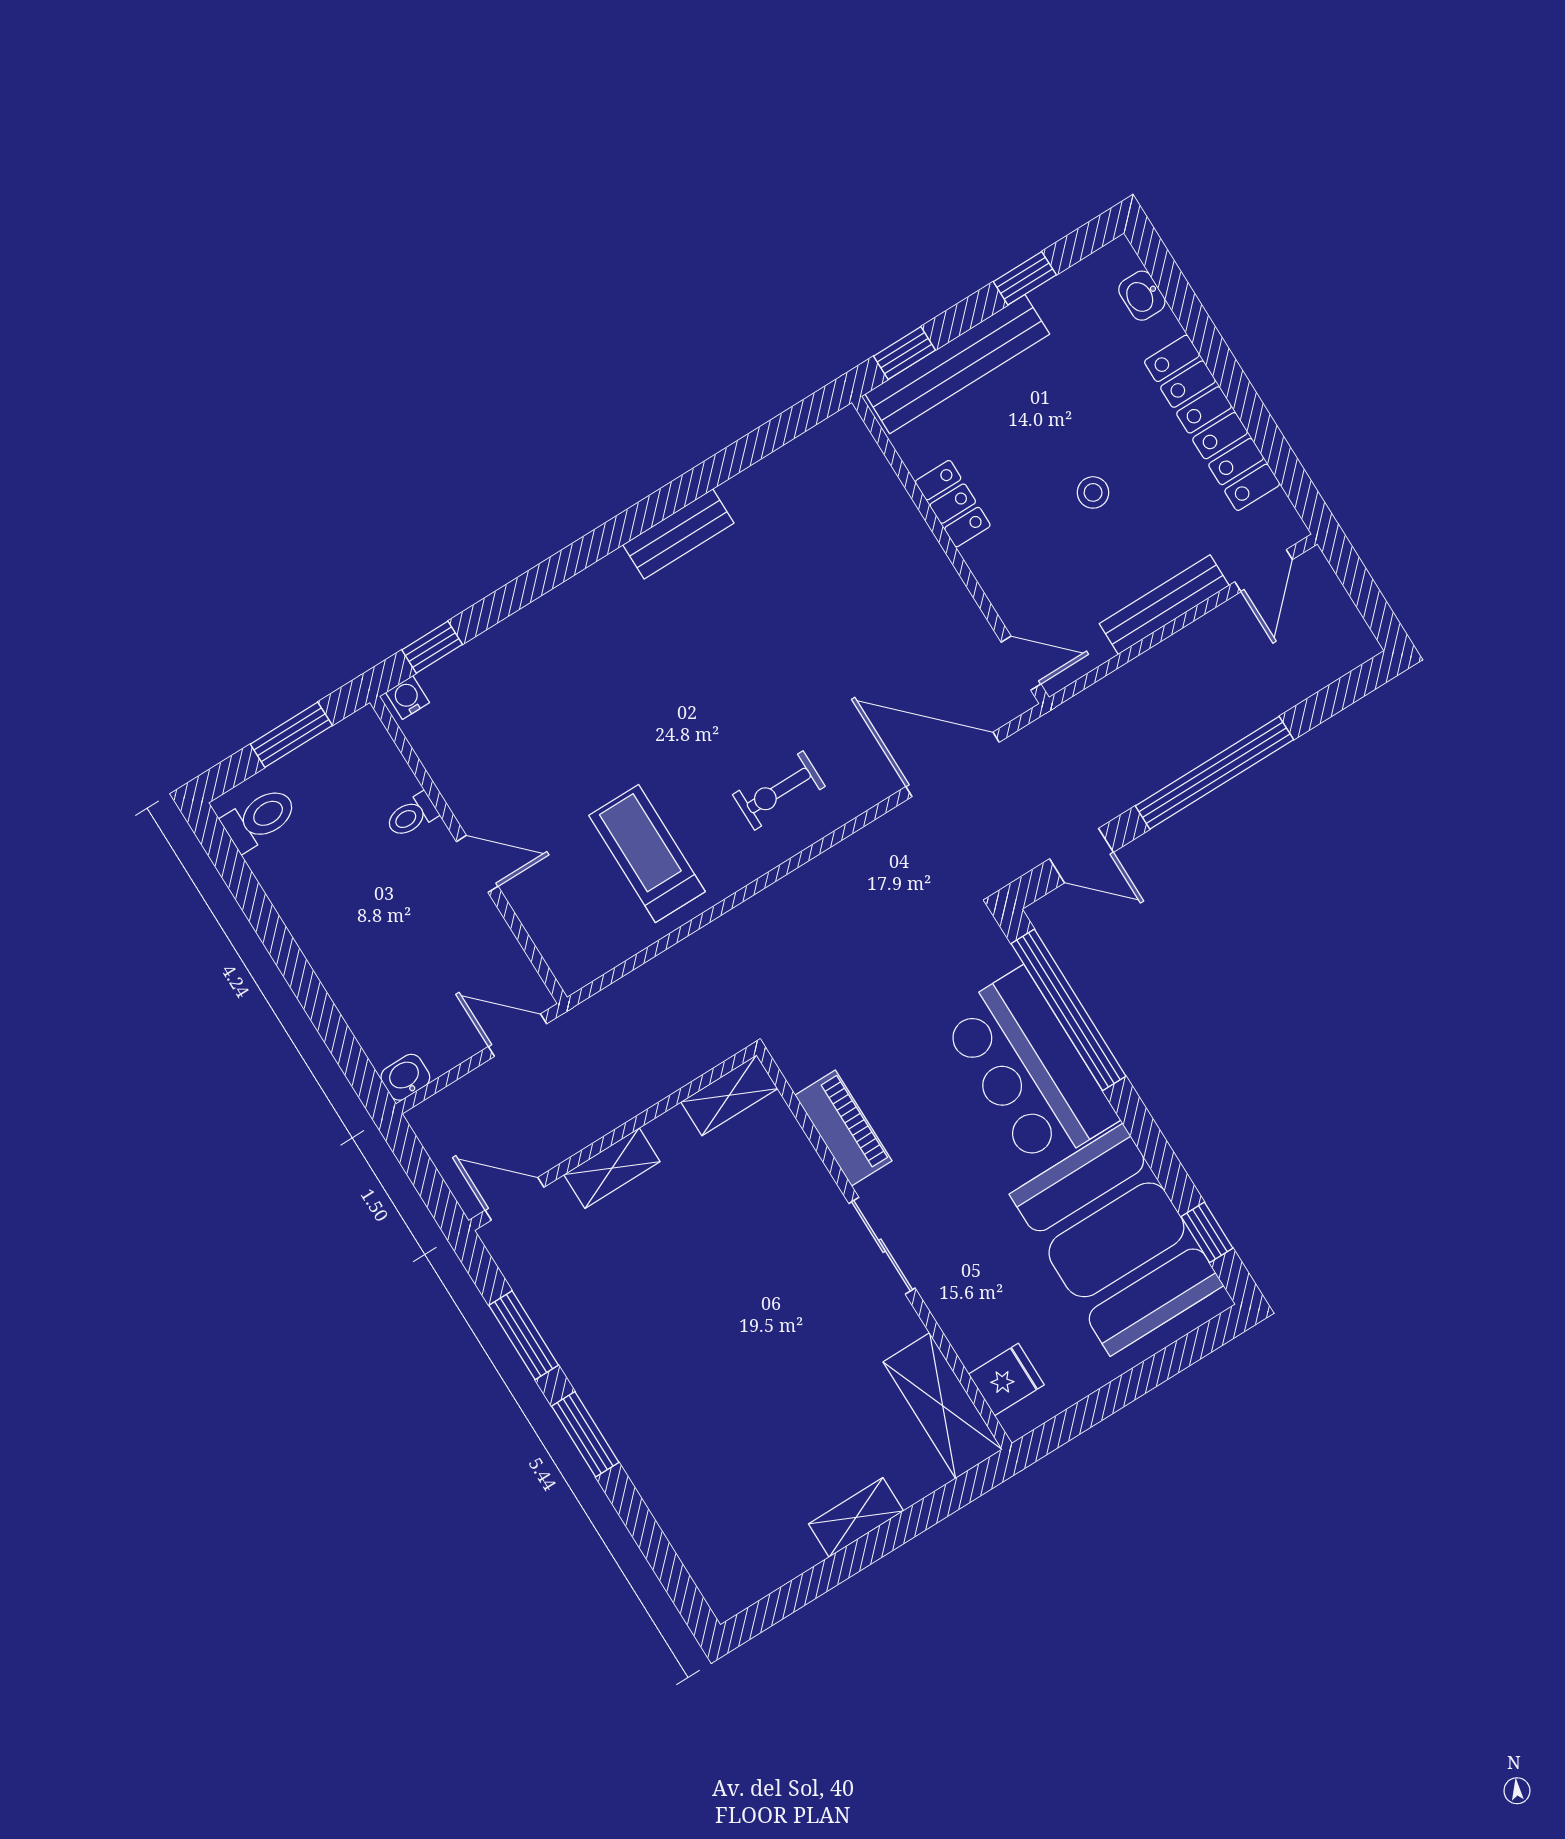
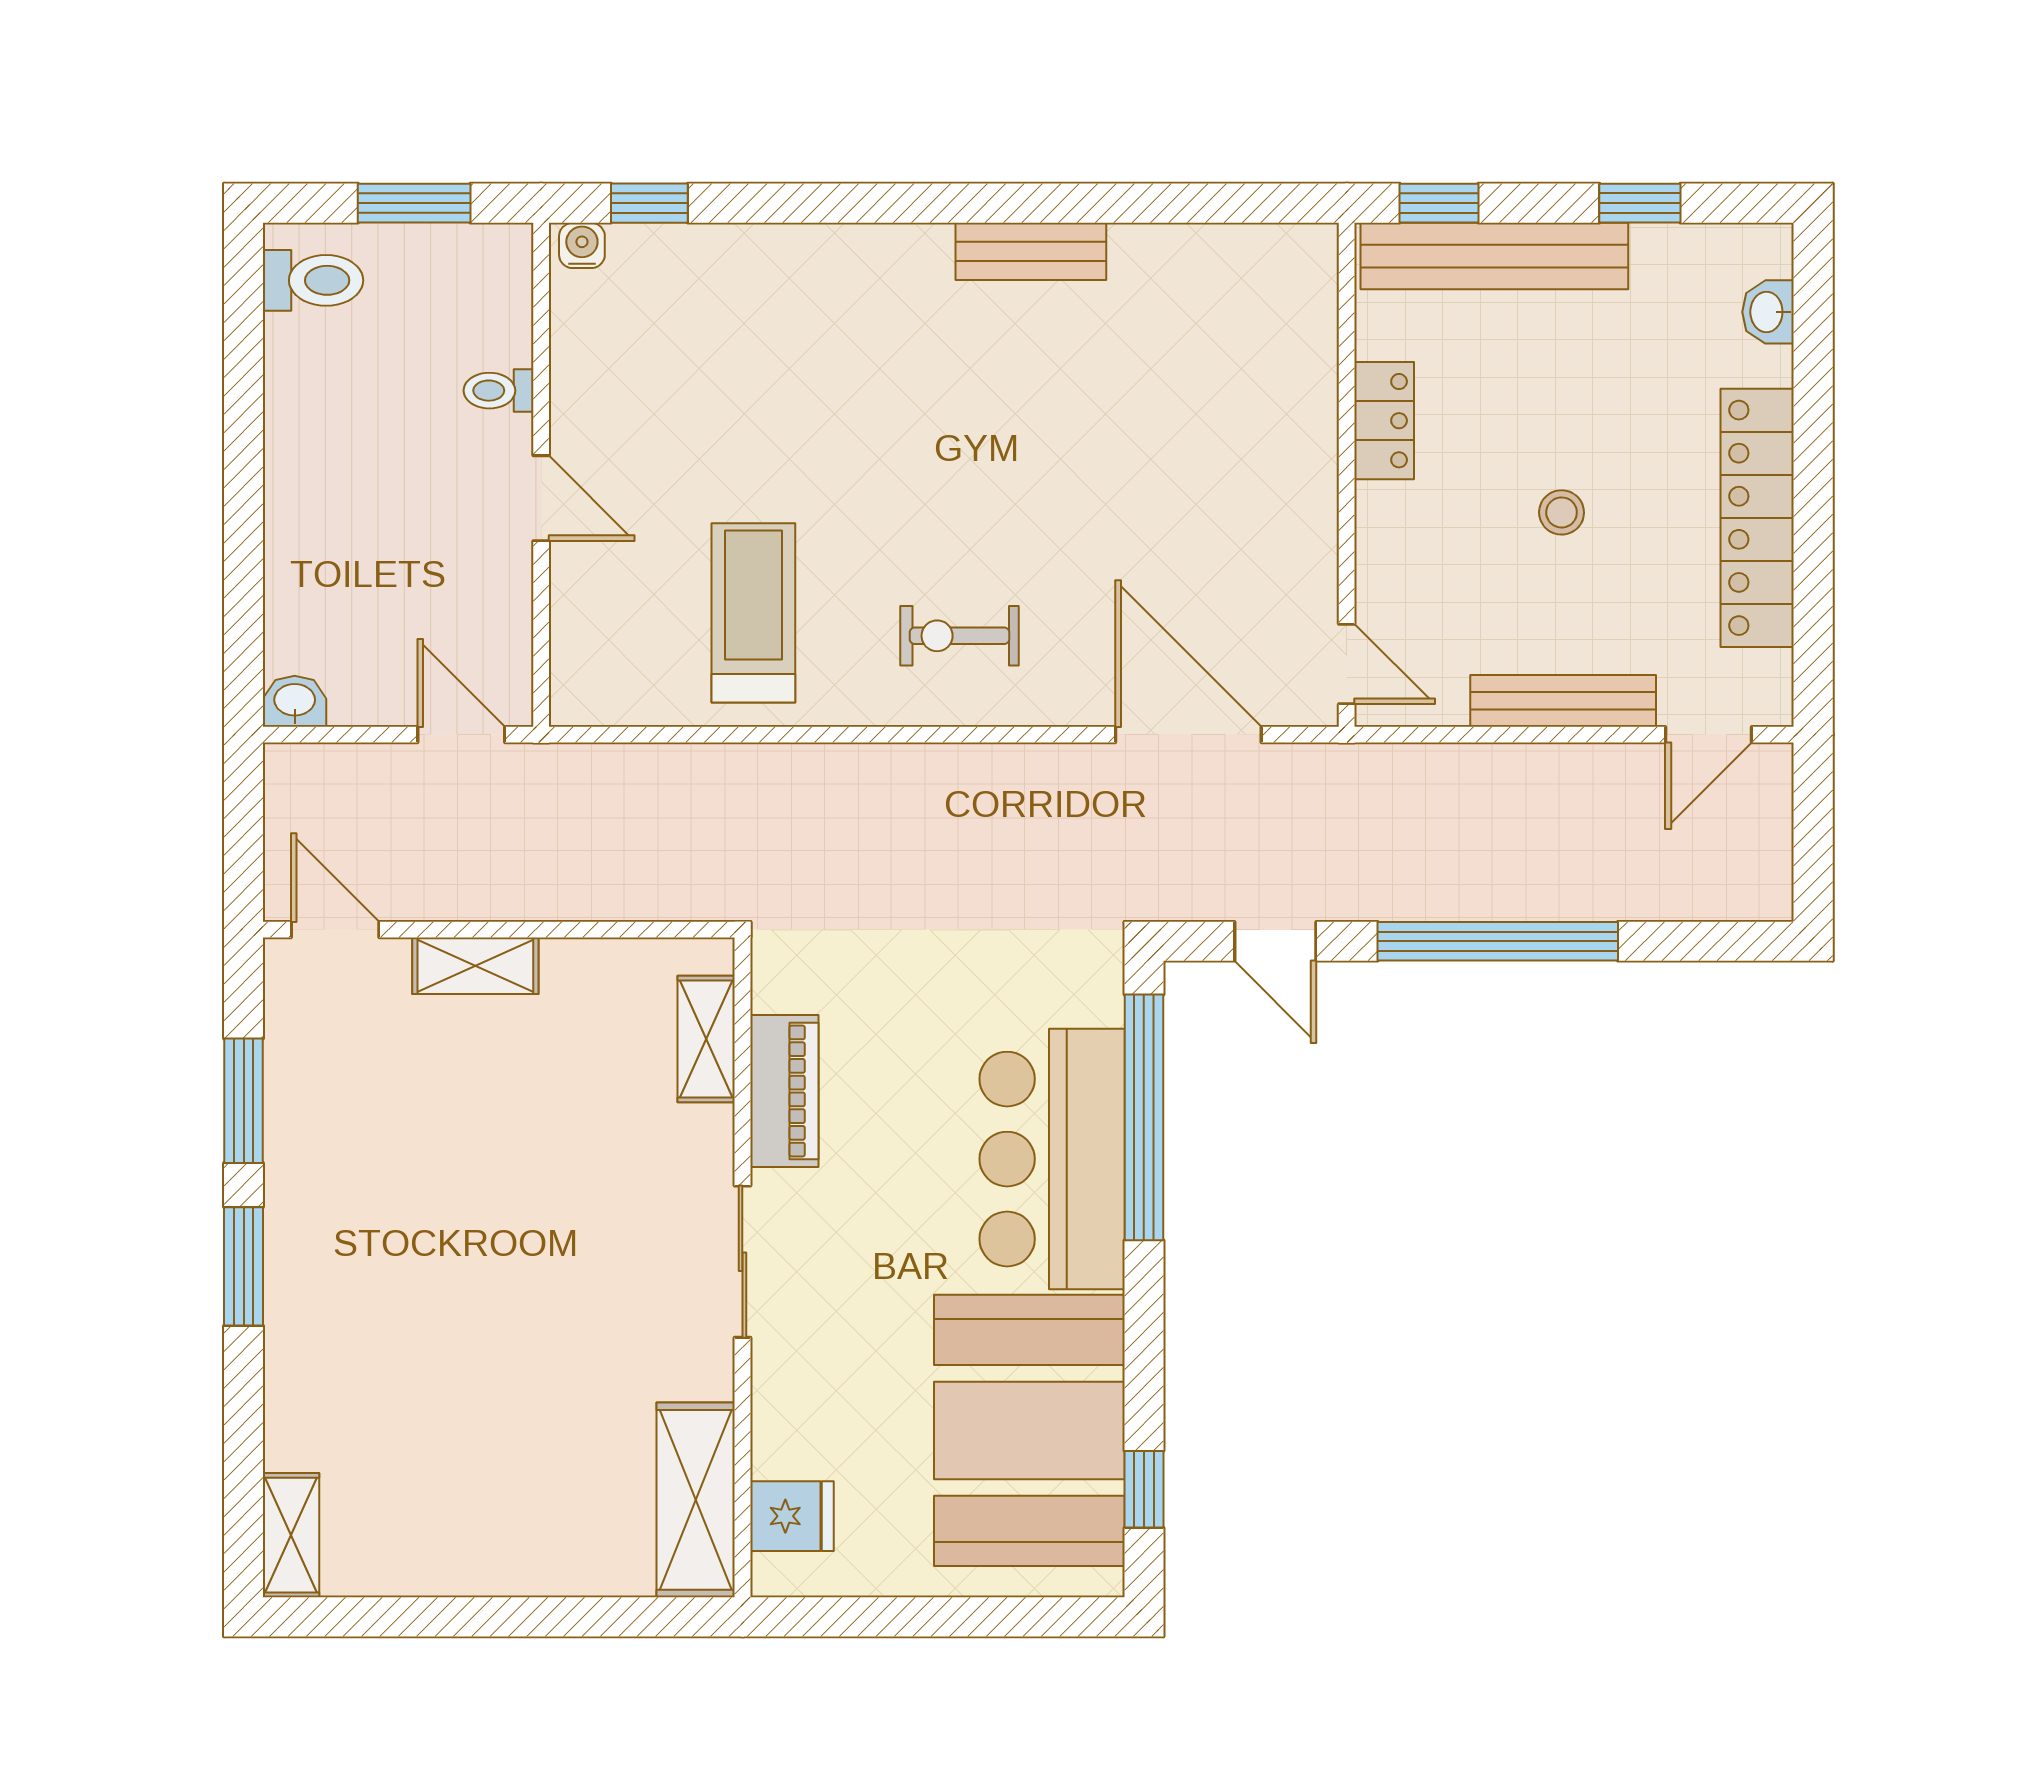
shelving: (729, 1095) -> (706, 1039), moved, turned 90
shelving: (856, 1517) -> (291, 1535), moved, turned 90

